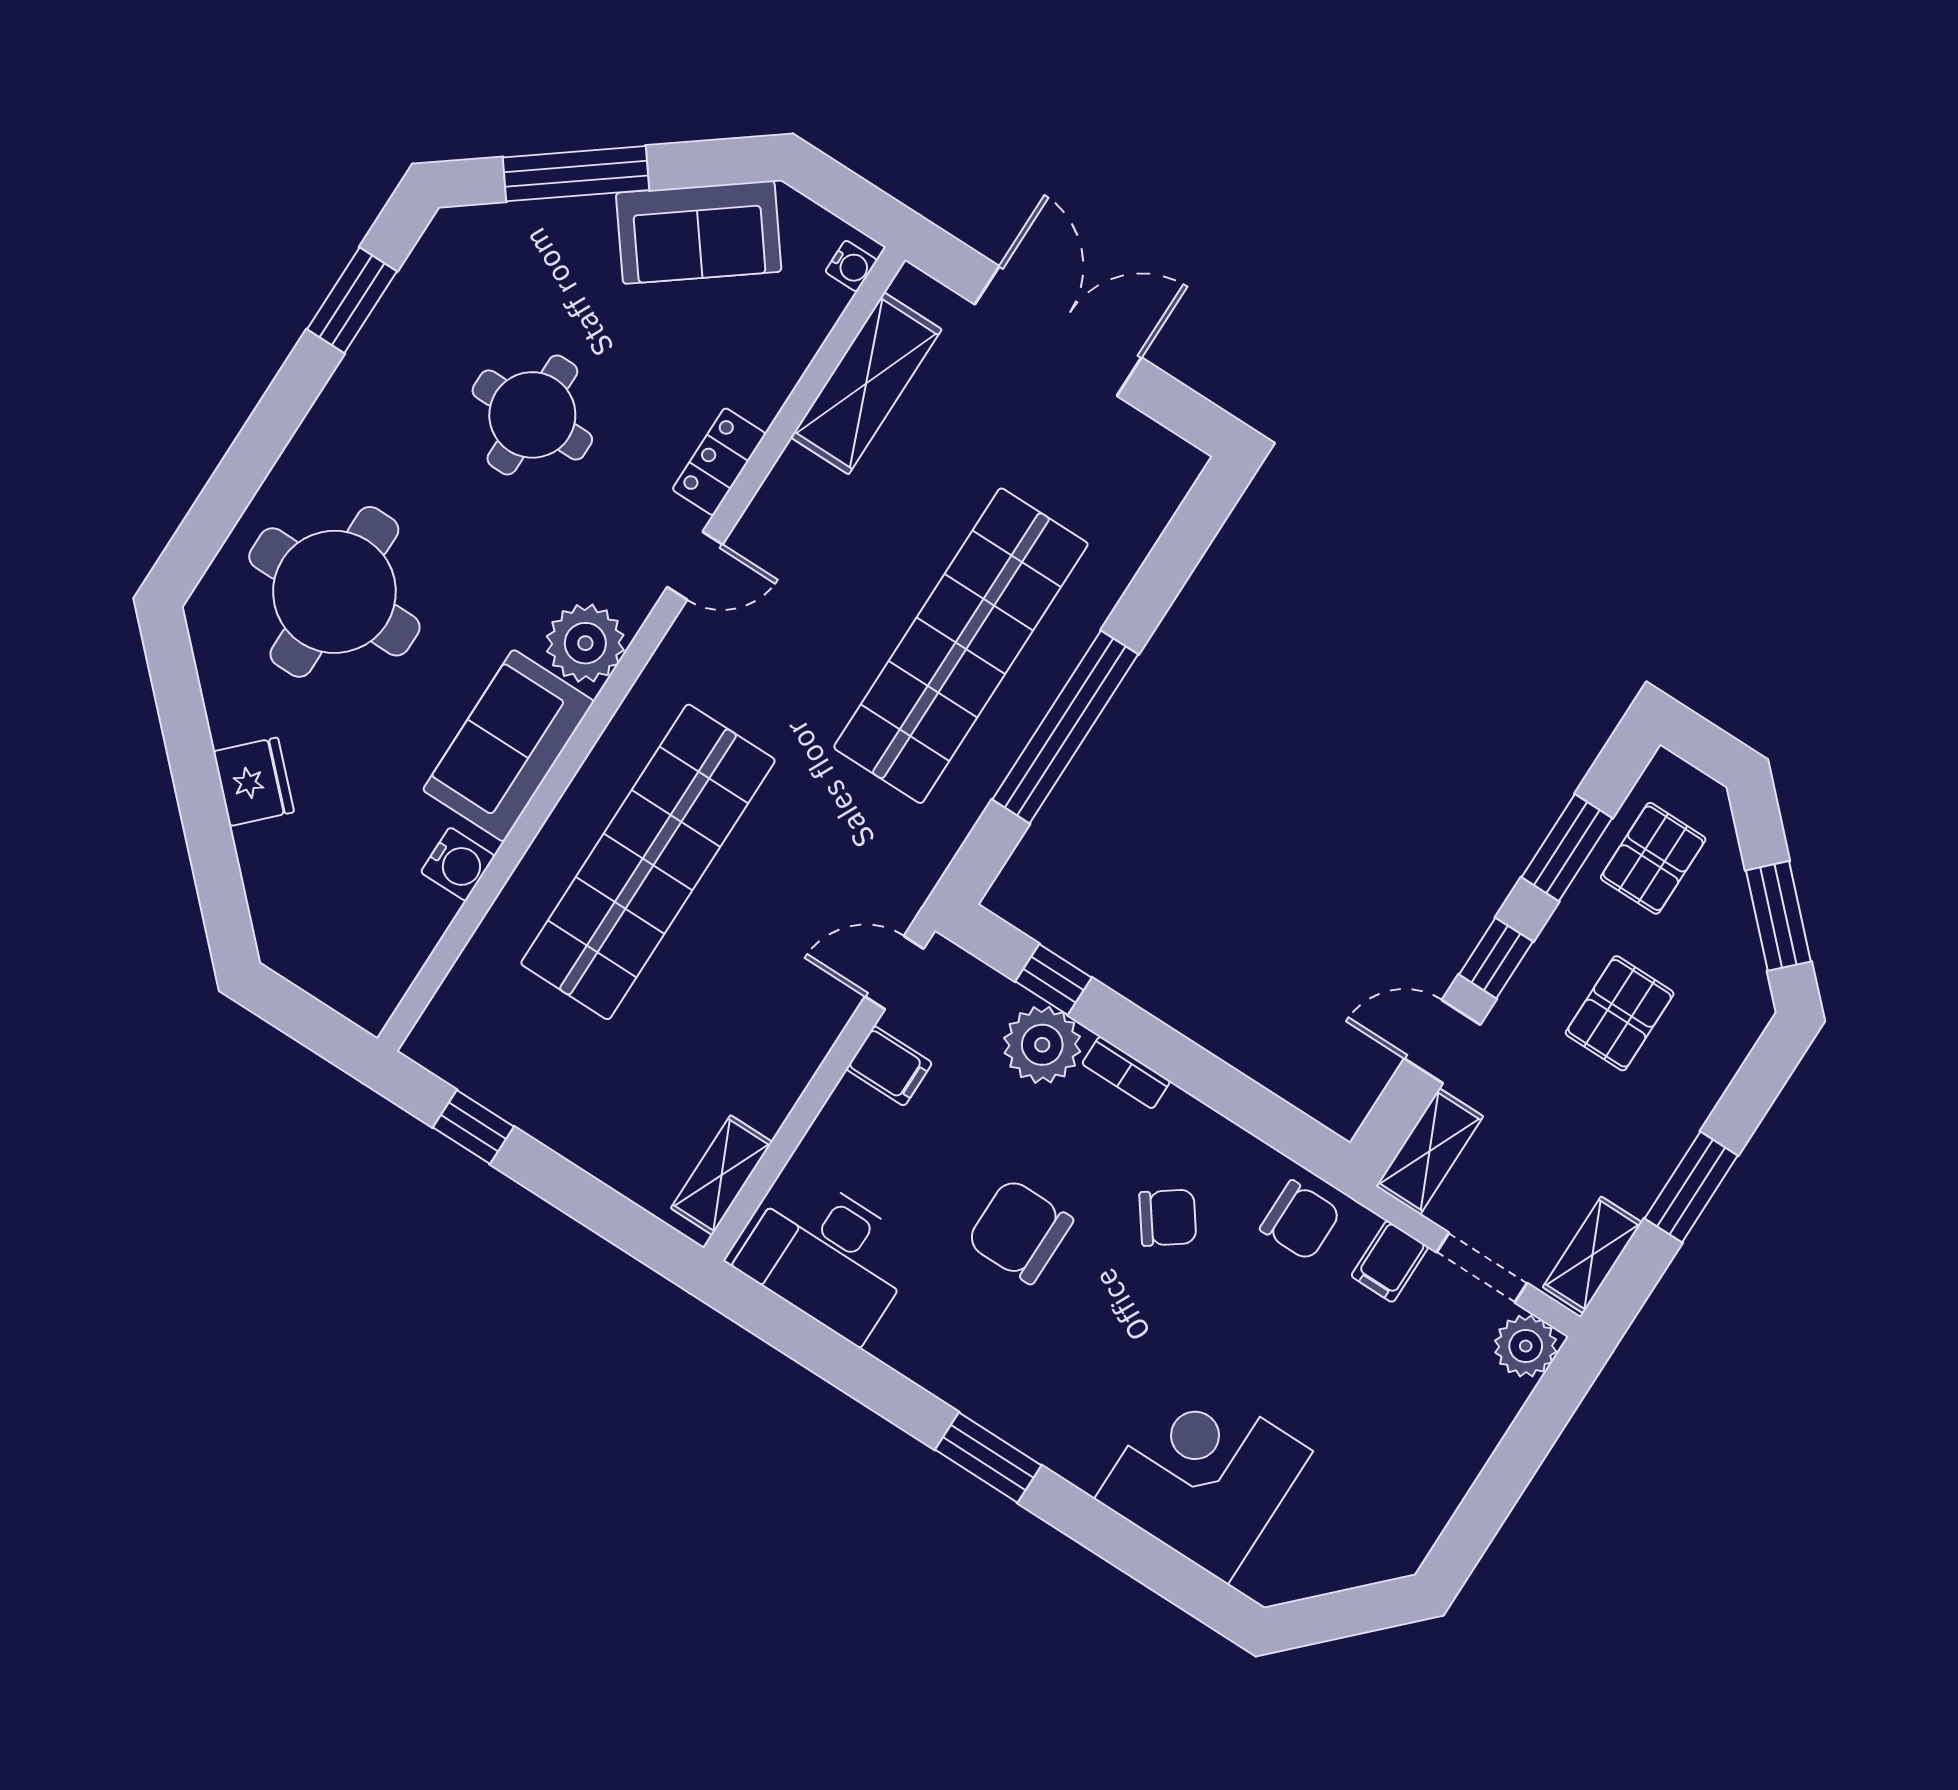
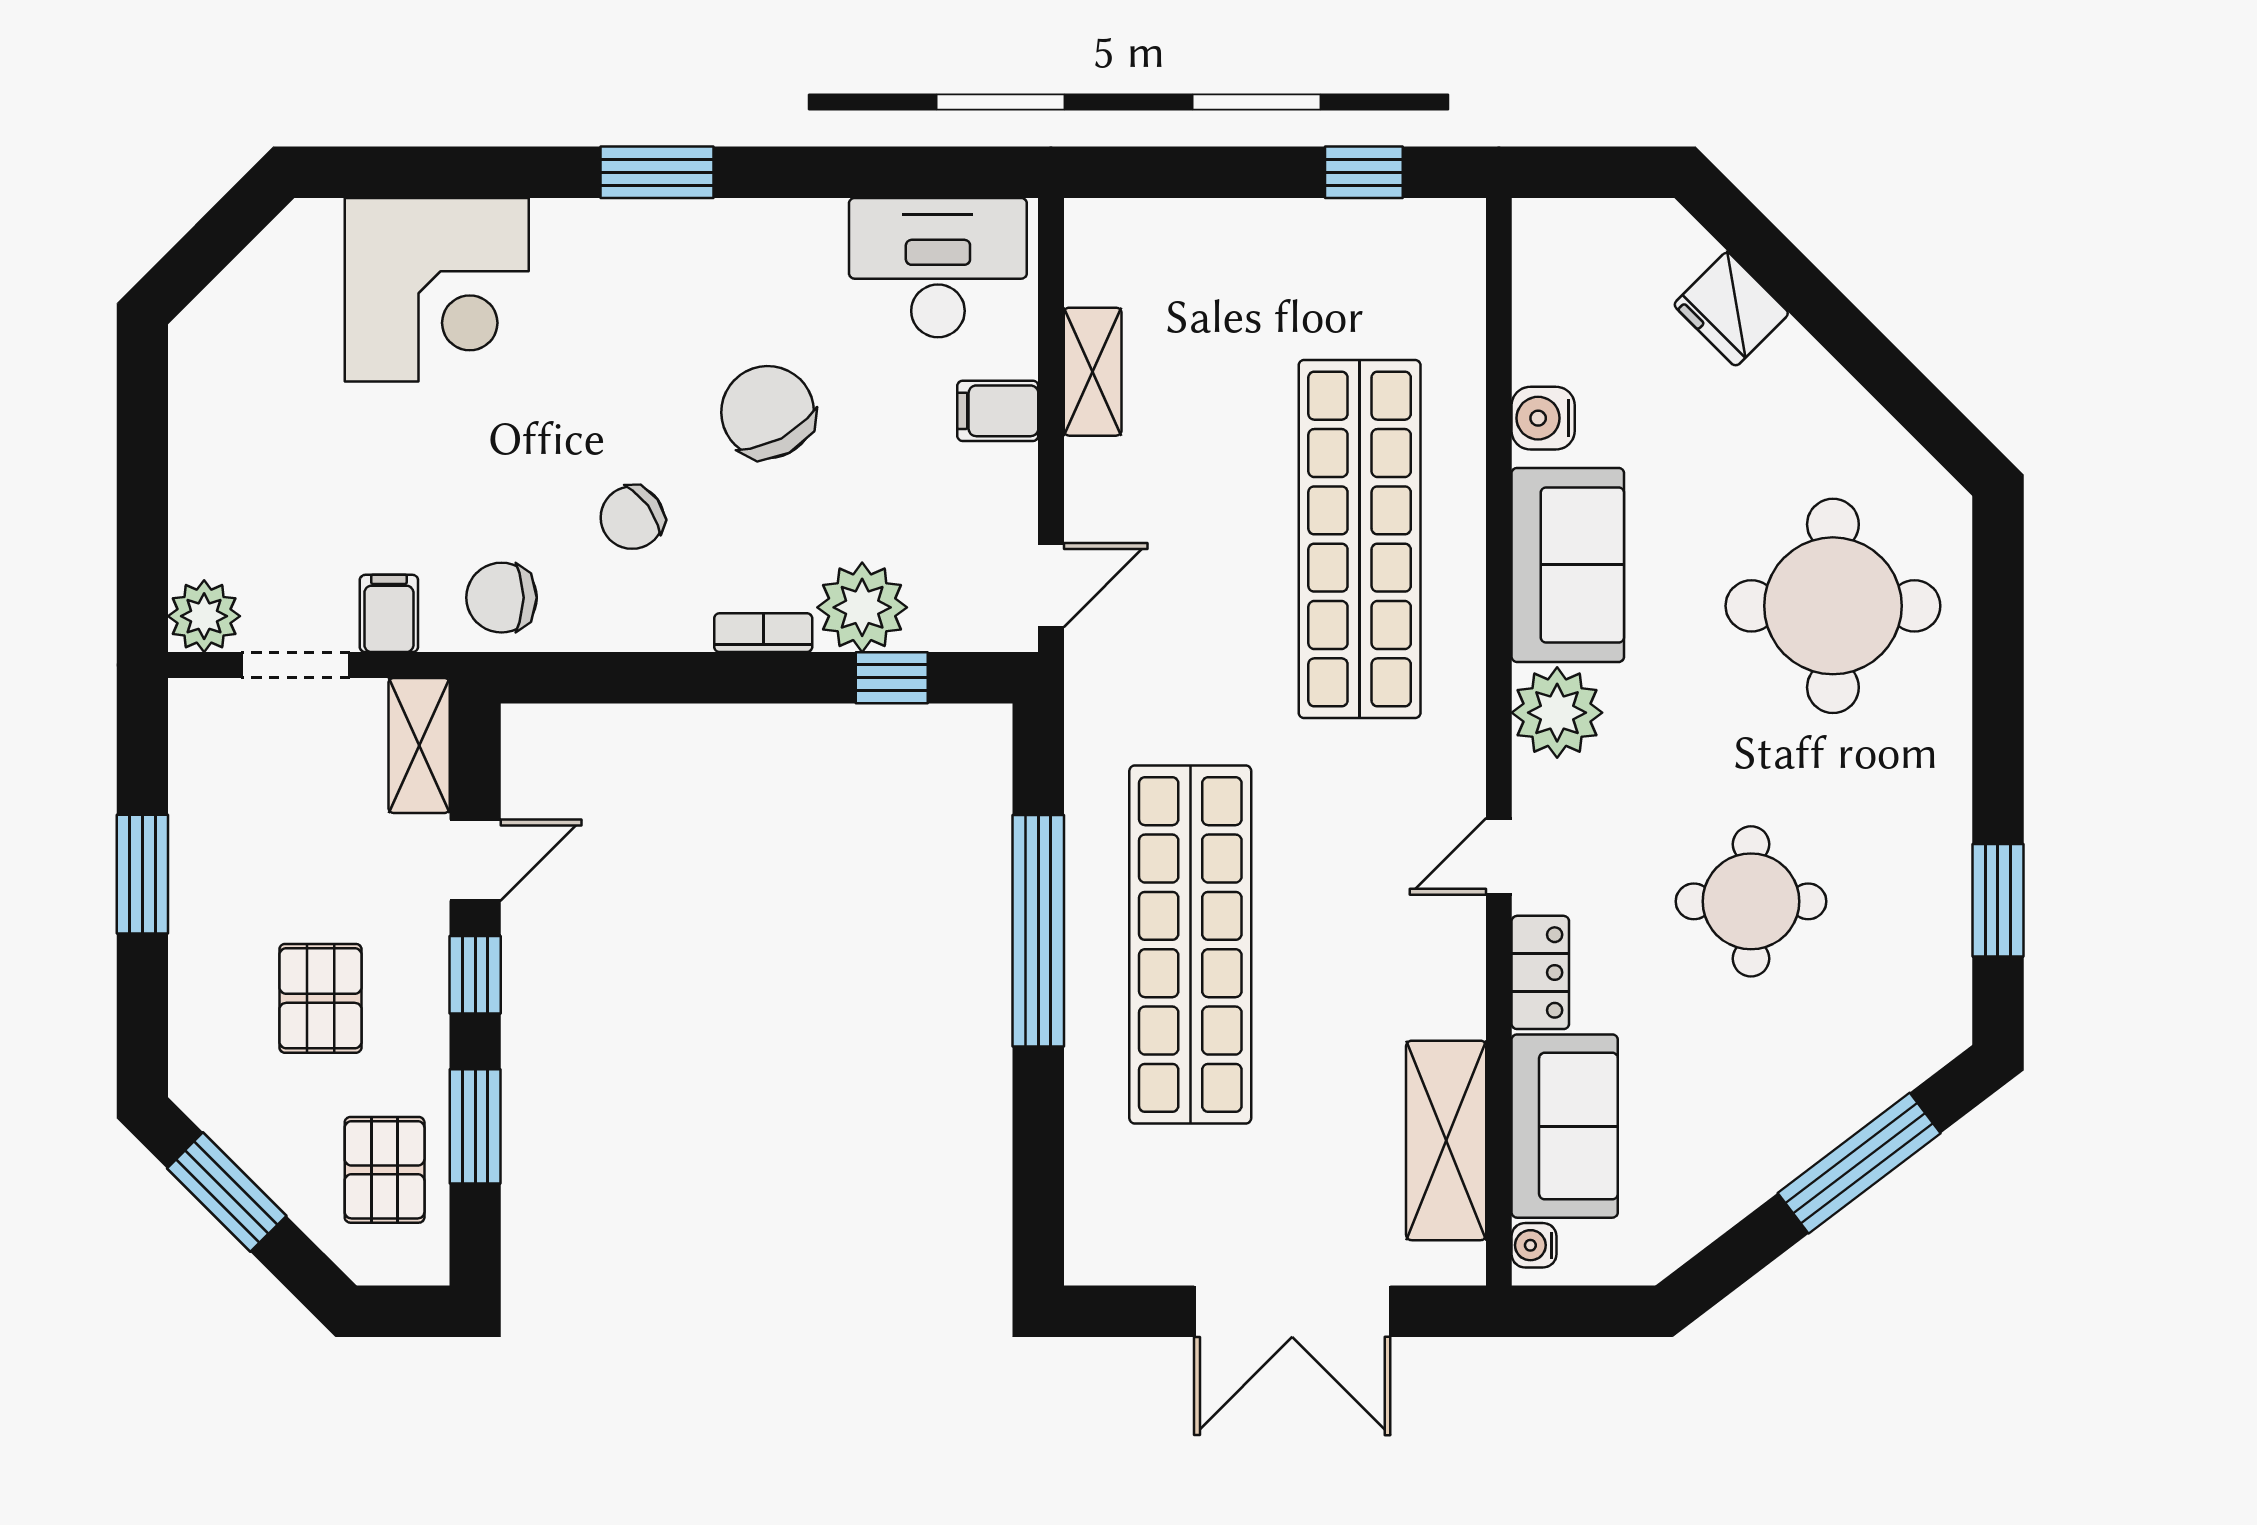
sofa: (699, 232) -> (1565, 1126), moved, turned 127
fridge: (254, 782) -> (1731, 309), moved
filing cabinet: (889, 1066) -> (998, 411), moved
shelving: (722, 1175) -> (1093, 372), moved
chair: (1020, 1231) -> (768, 412), turned -118
shelving: (1592, 1255) -> (196, 746), removed

